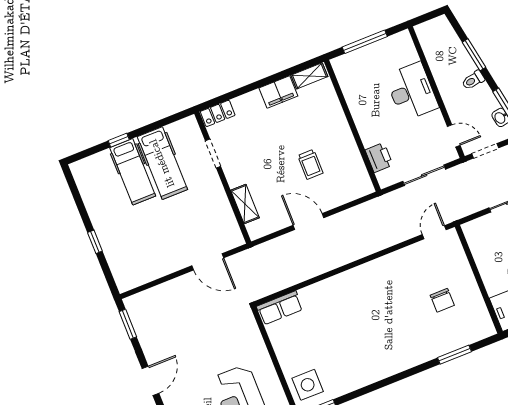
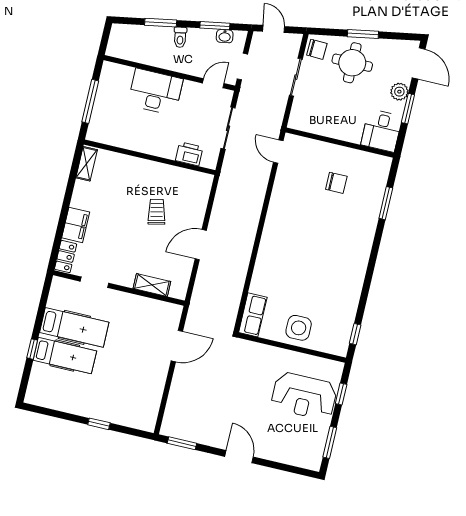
filing cabinet: (278, 92) -> (76, 225), moved
trolley: (310, 164) -> (157, 212), turned -102
side table: (308, 385) -> (299, 328), moved

